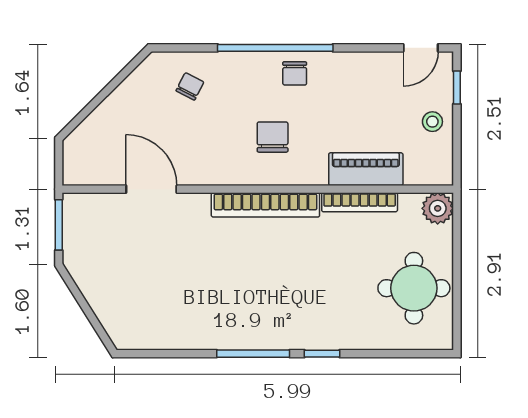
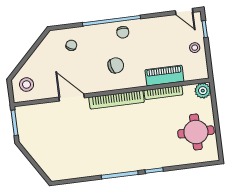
door: (421, 48) -> (184, 11), hinge flipped
chair: (273, 137) -> (116, 65), turned 76
stool: (92, 152) -> (27, 85), added
door: (151, 189) -> (72, 97), moved

